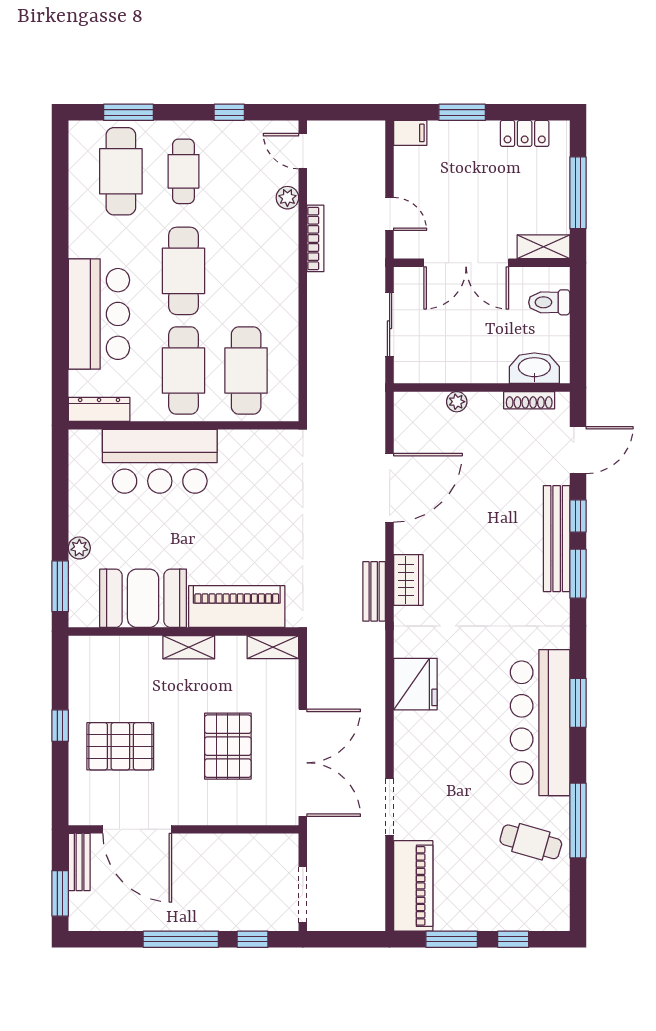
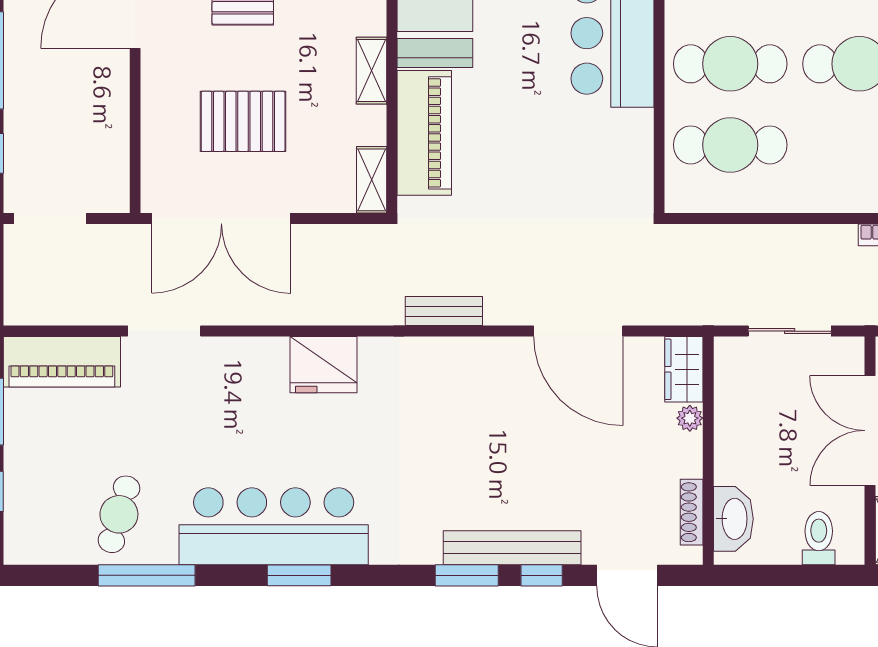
wardrobe: (408, 580) -> (684, 369), moved, turned 90

